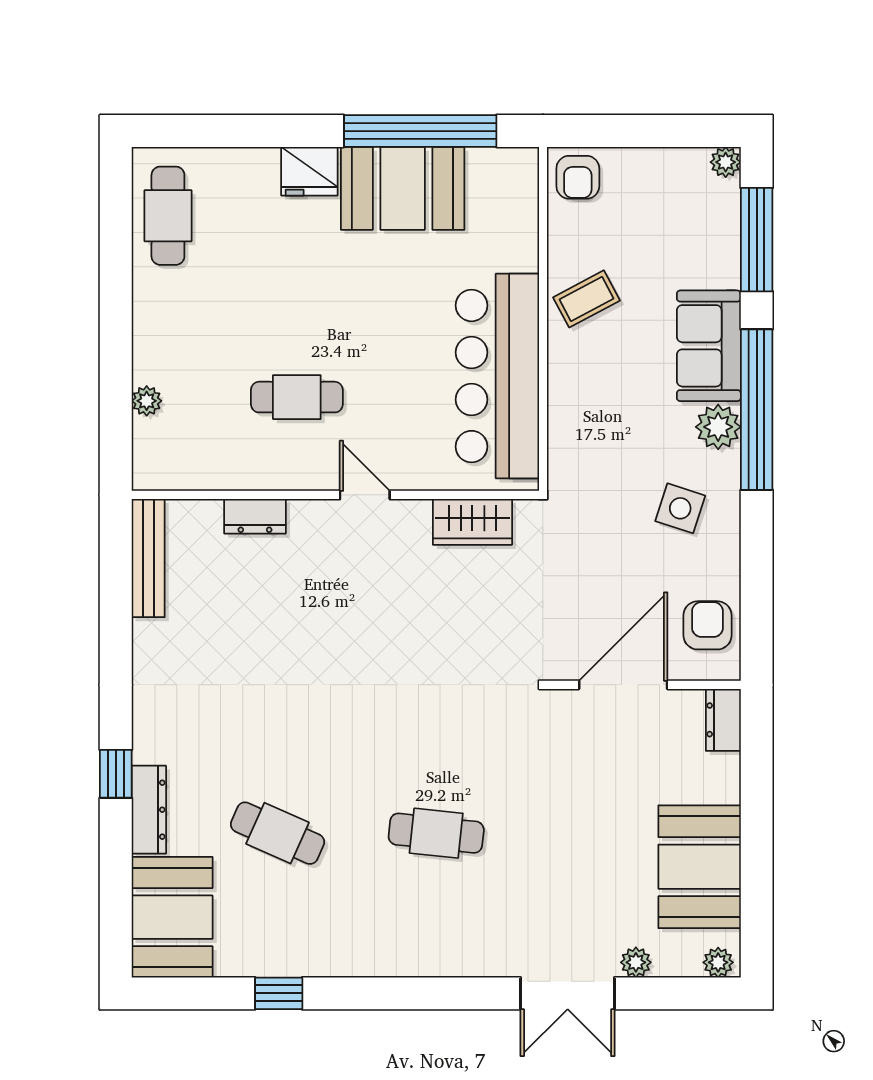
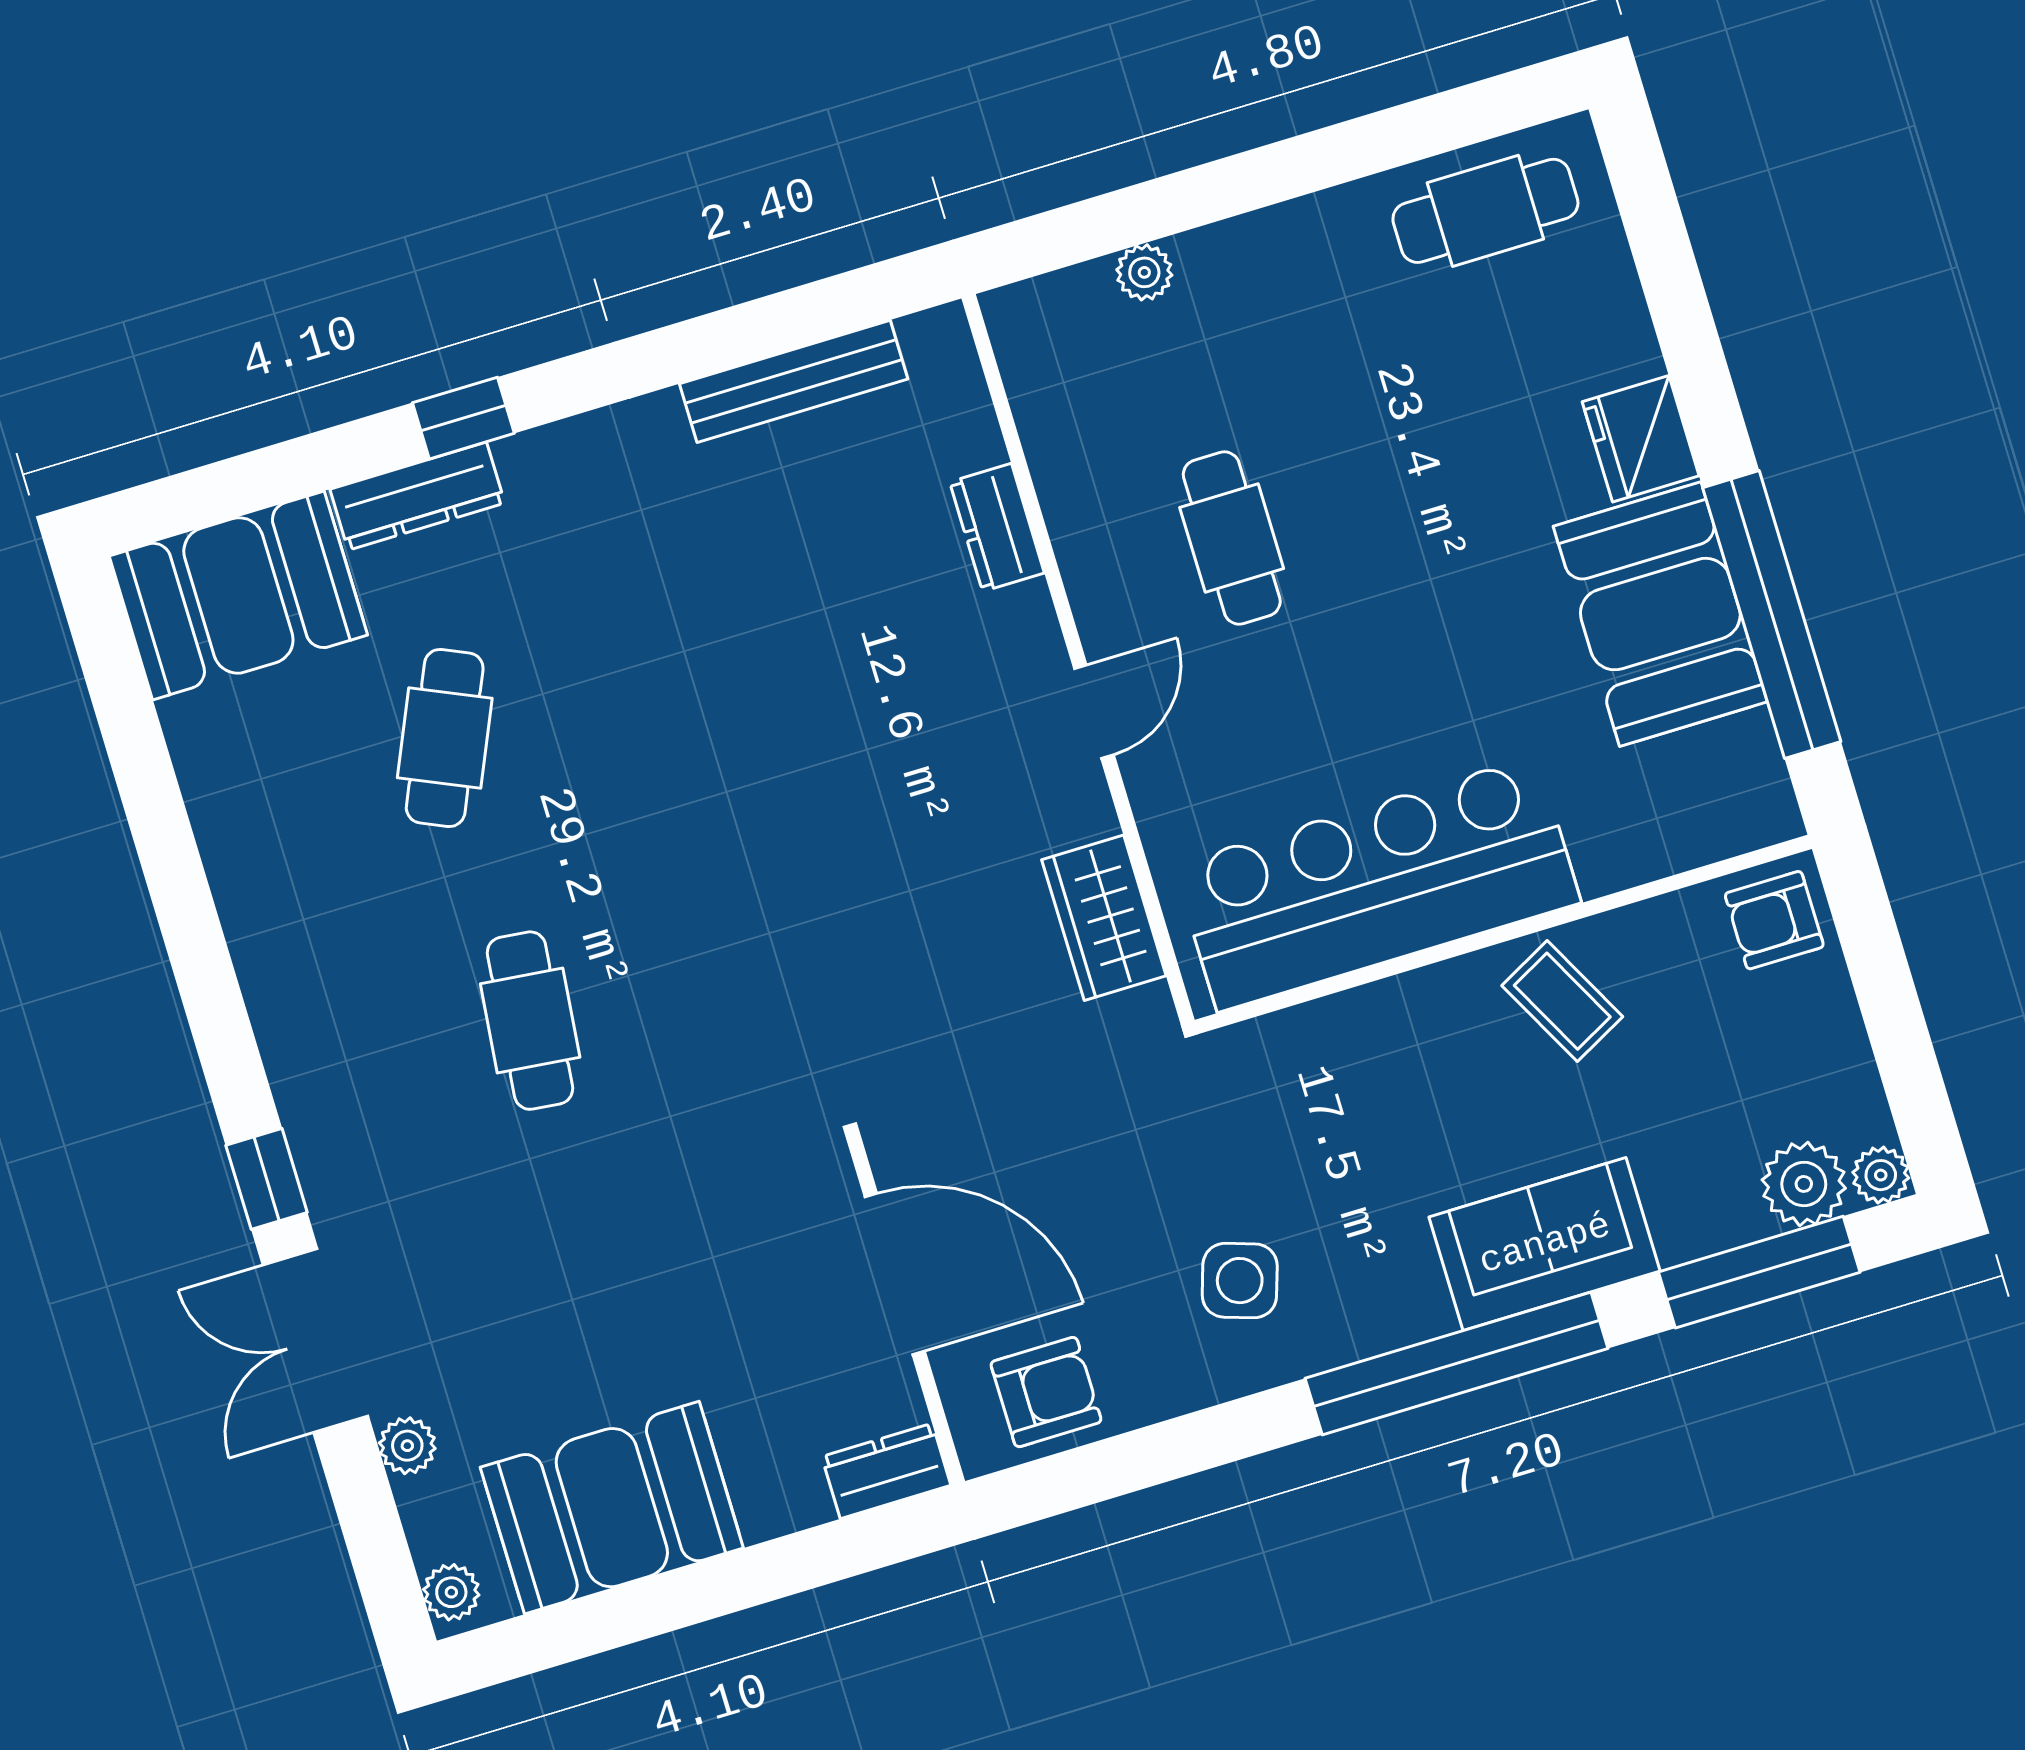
plant: (718, 427) -> (1804, 1184), moved
bench: (148, 558) -> (794, 381), moved
window: (279, 993) -> (267, 1179), moved

